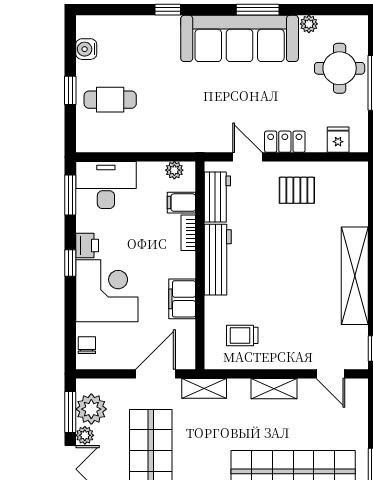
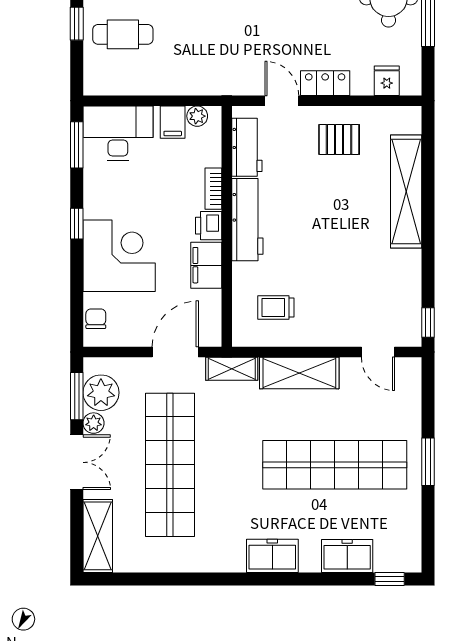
filing cabinet: (181, 203) -> (173, 122), moved, turned -90
printer: (87, 246) -> (209, 226), moved, turned 180
shelving: (355, 276) -> (406, 192), moved
shelving: (274, 389) -> (299, 373), width x1.50, depth x1.33

